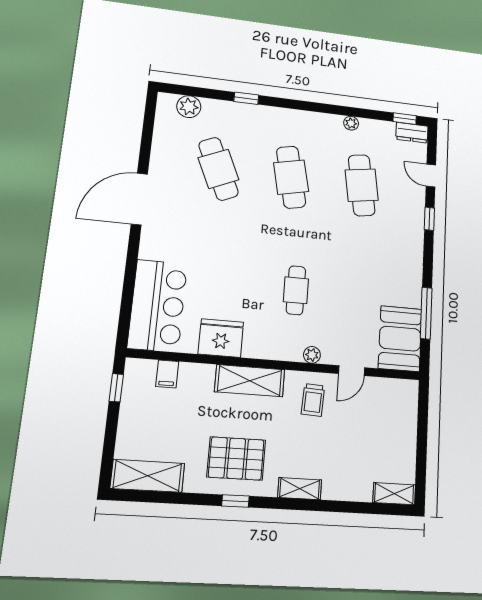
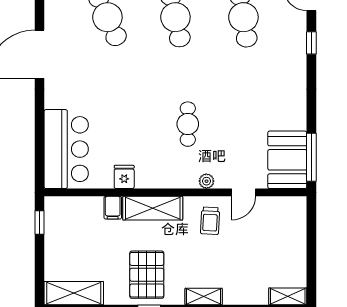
window: (426, 313) -> (311, 157), moved
fridge: (221, 338) -> (124, 177), width x0.53, depth x0.75
filing cabinet: (167, 374) -> (113, 208), moved
pallet: (236, 458) -> (147, 275), turned 90

